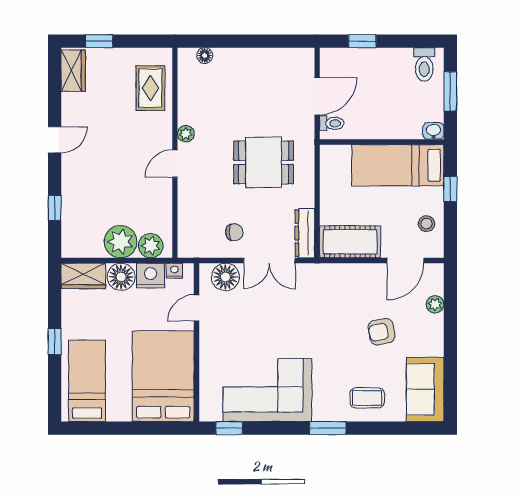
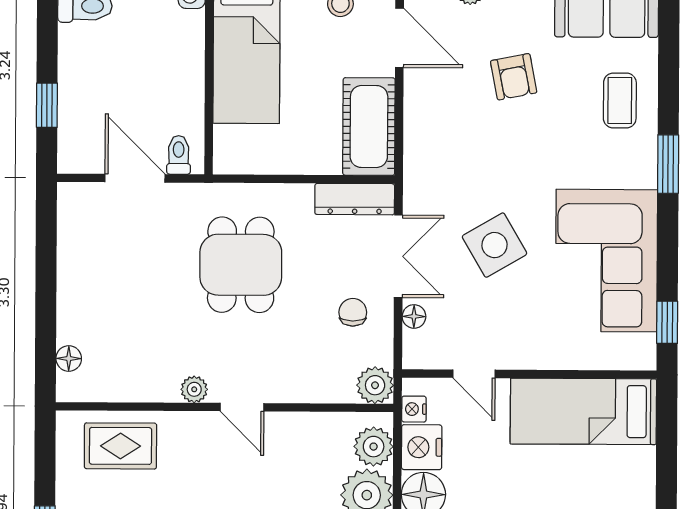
plant: (189, 246) -> (375, 385), added
floor lamp: (225, 277) -> (414, 316), width x0.53, depth x0.53
side table: (277, 320) -> (494, 245), added
bed: (163, 376) -> (583, 411), width x0.67

